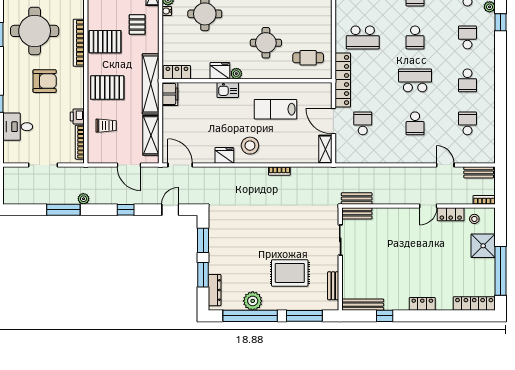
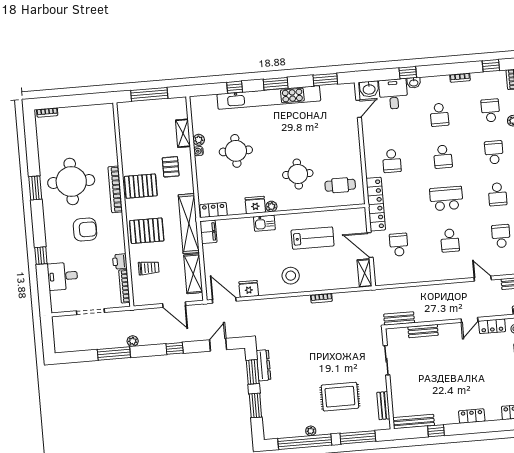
school desk: (363, 37) -> (392, 161), width x0.54
lab bench: (275, 109) -> (313, 238), turned 180
fridge: (224, 155) -> (249, 289), moved
bench: (357, 213) -> (423, 331), moved
dresser: (215, 290) -> (263, 365), moved
plant: (253, 301) -> (311, 431), width x0.53, depth x0.53

